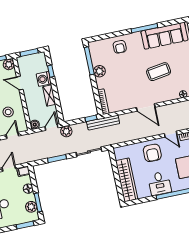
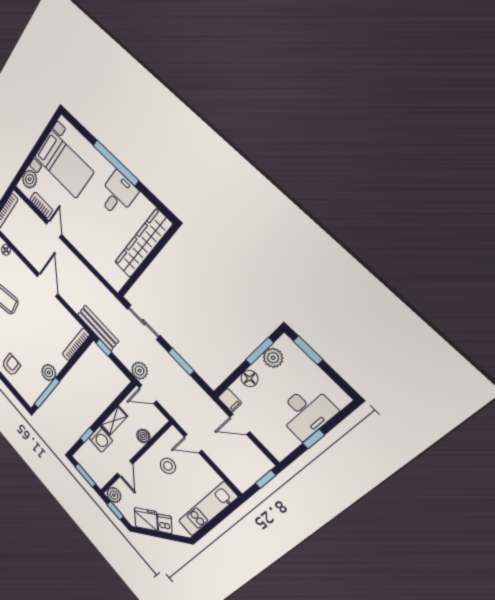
boiler: (35, 125) -> (143, 436), moved
armchair: (152, 153) -> (89, 235), removed

